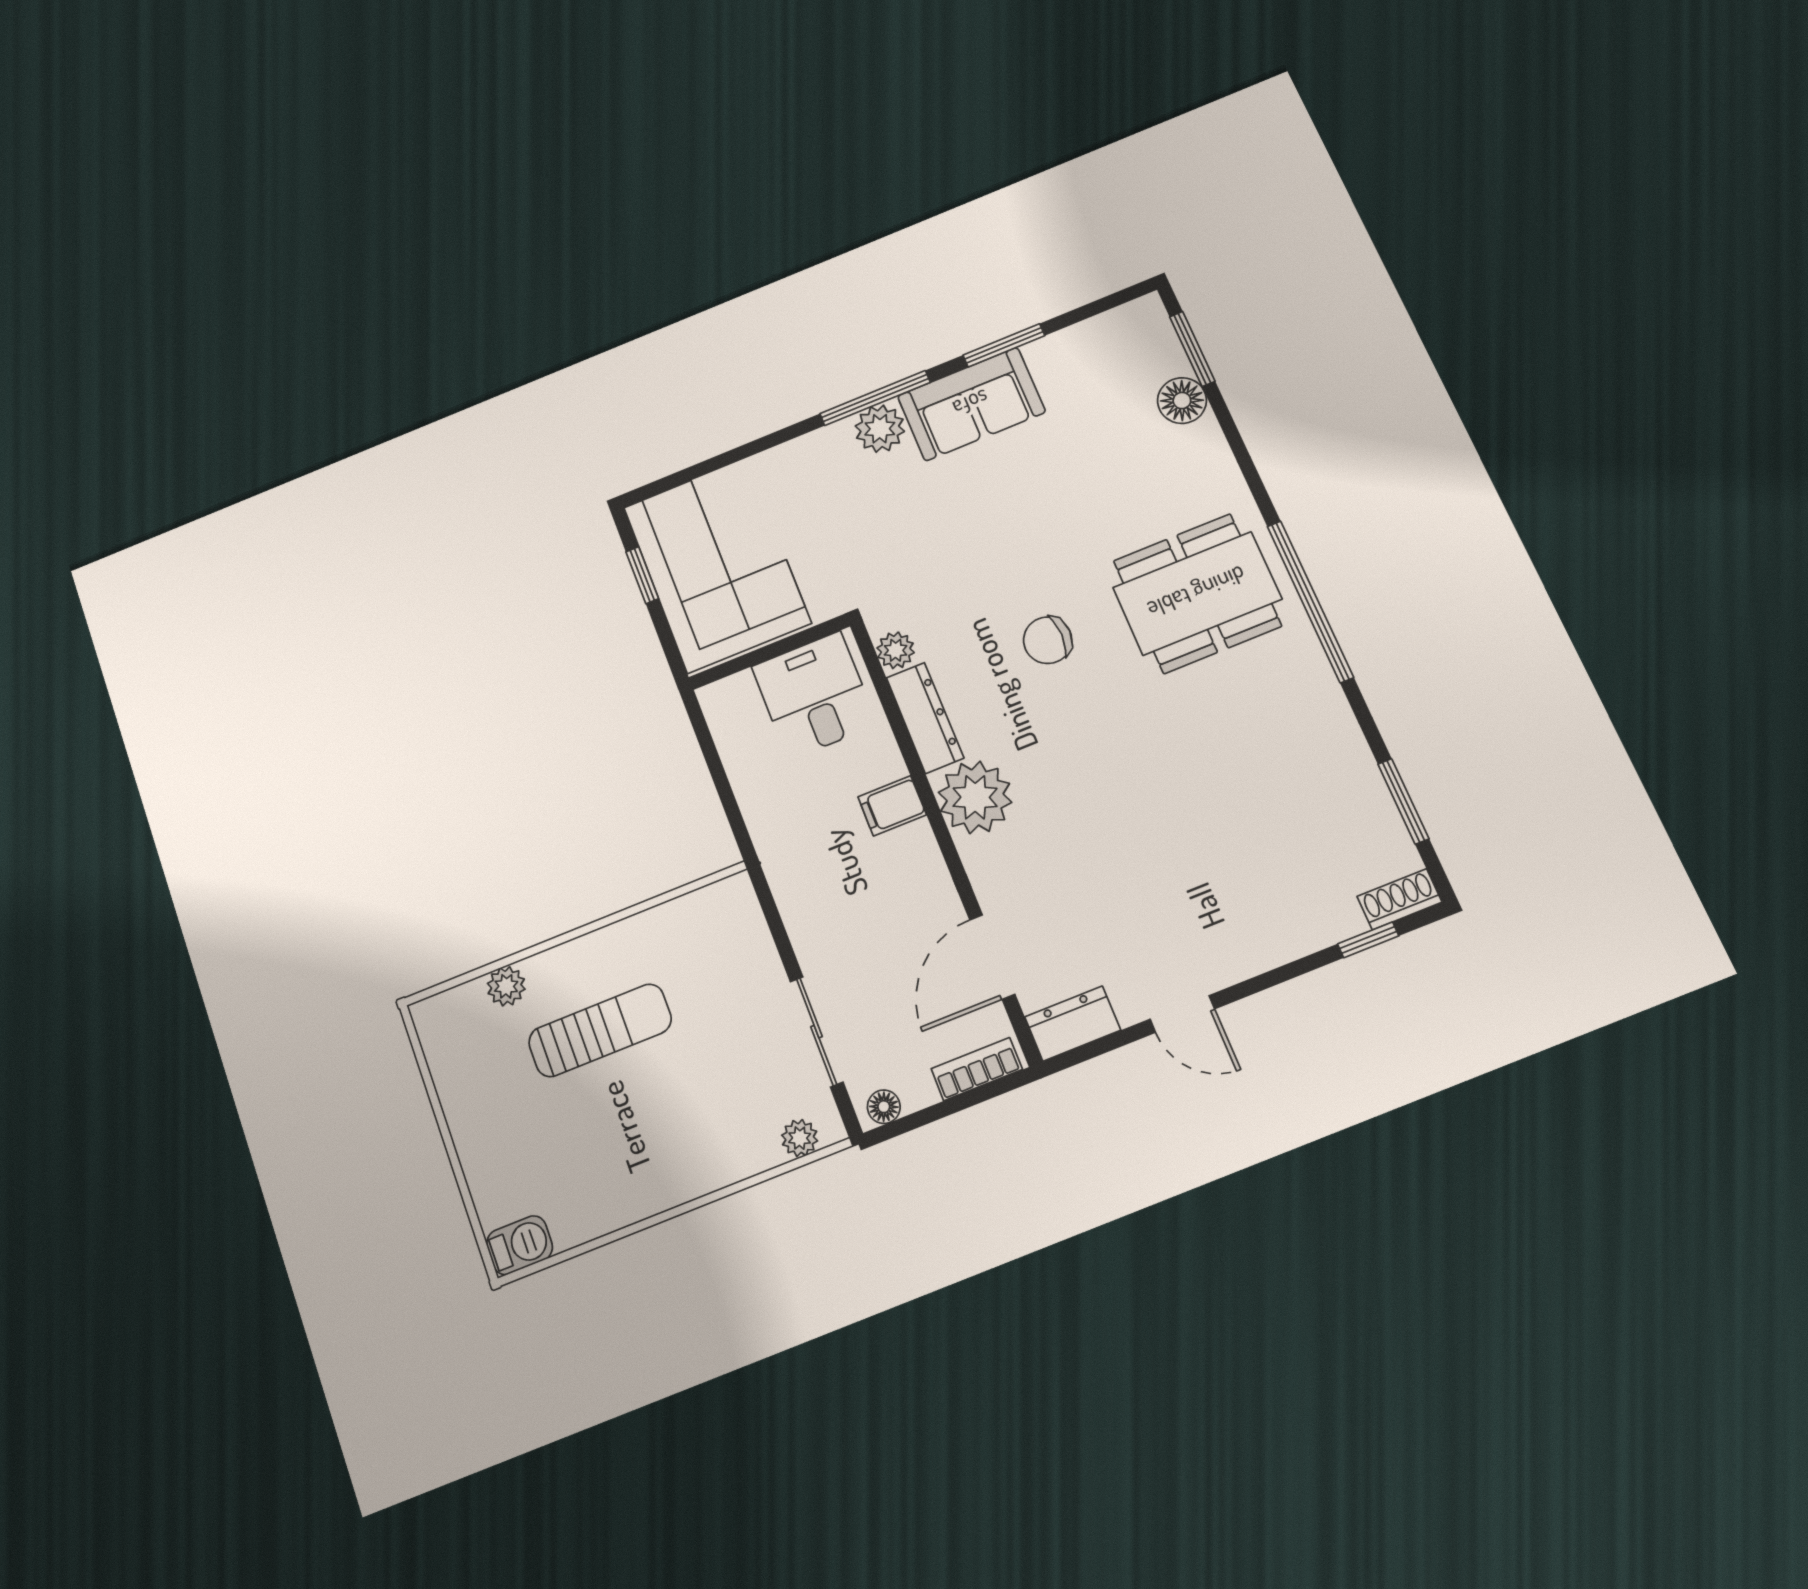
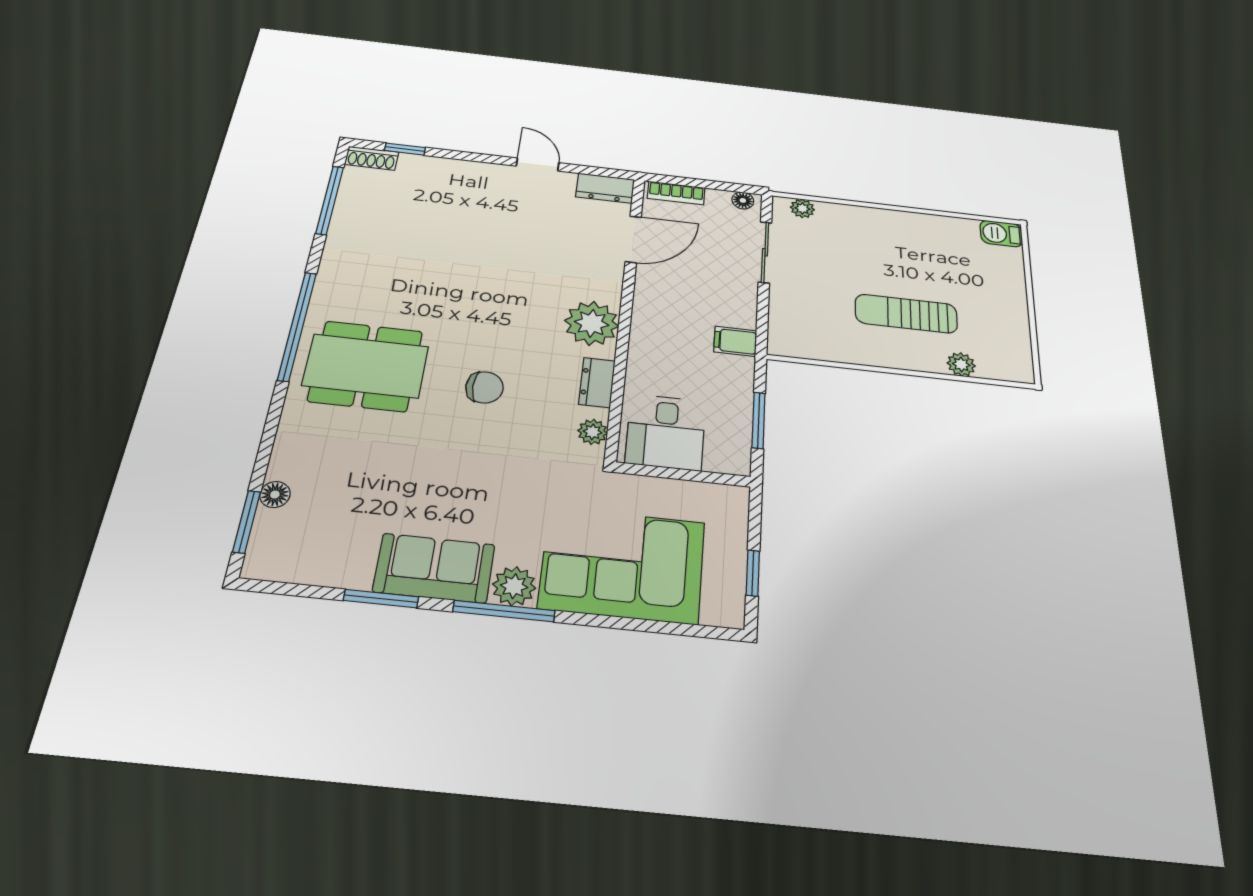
floor lamp: (1182, 401) -> (275, 495), width x0.73, depth x0.73
corner sofa: (717, 565) -> (622, 565), moved, turned 90
dresser: (925, 718) -> (597, 382), width x0.70
window: (716, 769) -> (759, 420), added
window: (1403, 801) -> (330, 200), width x1.44
filing cabinet: (892, 806) -> (735, 341), moved, turned 180

